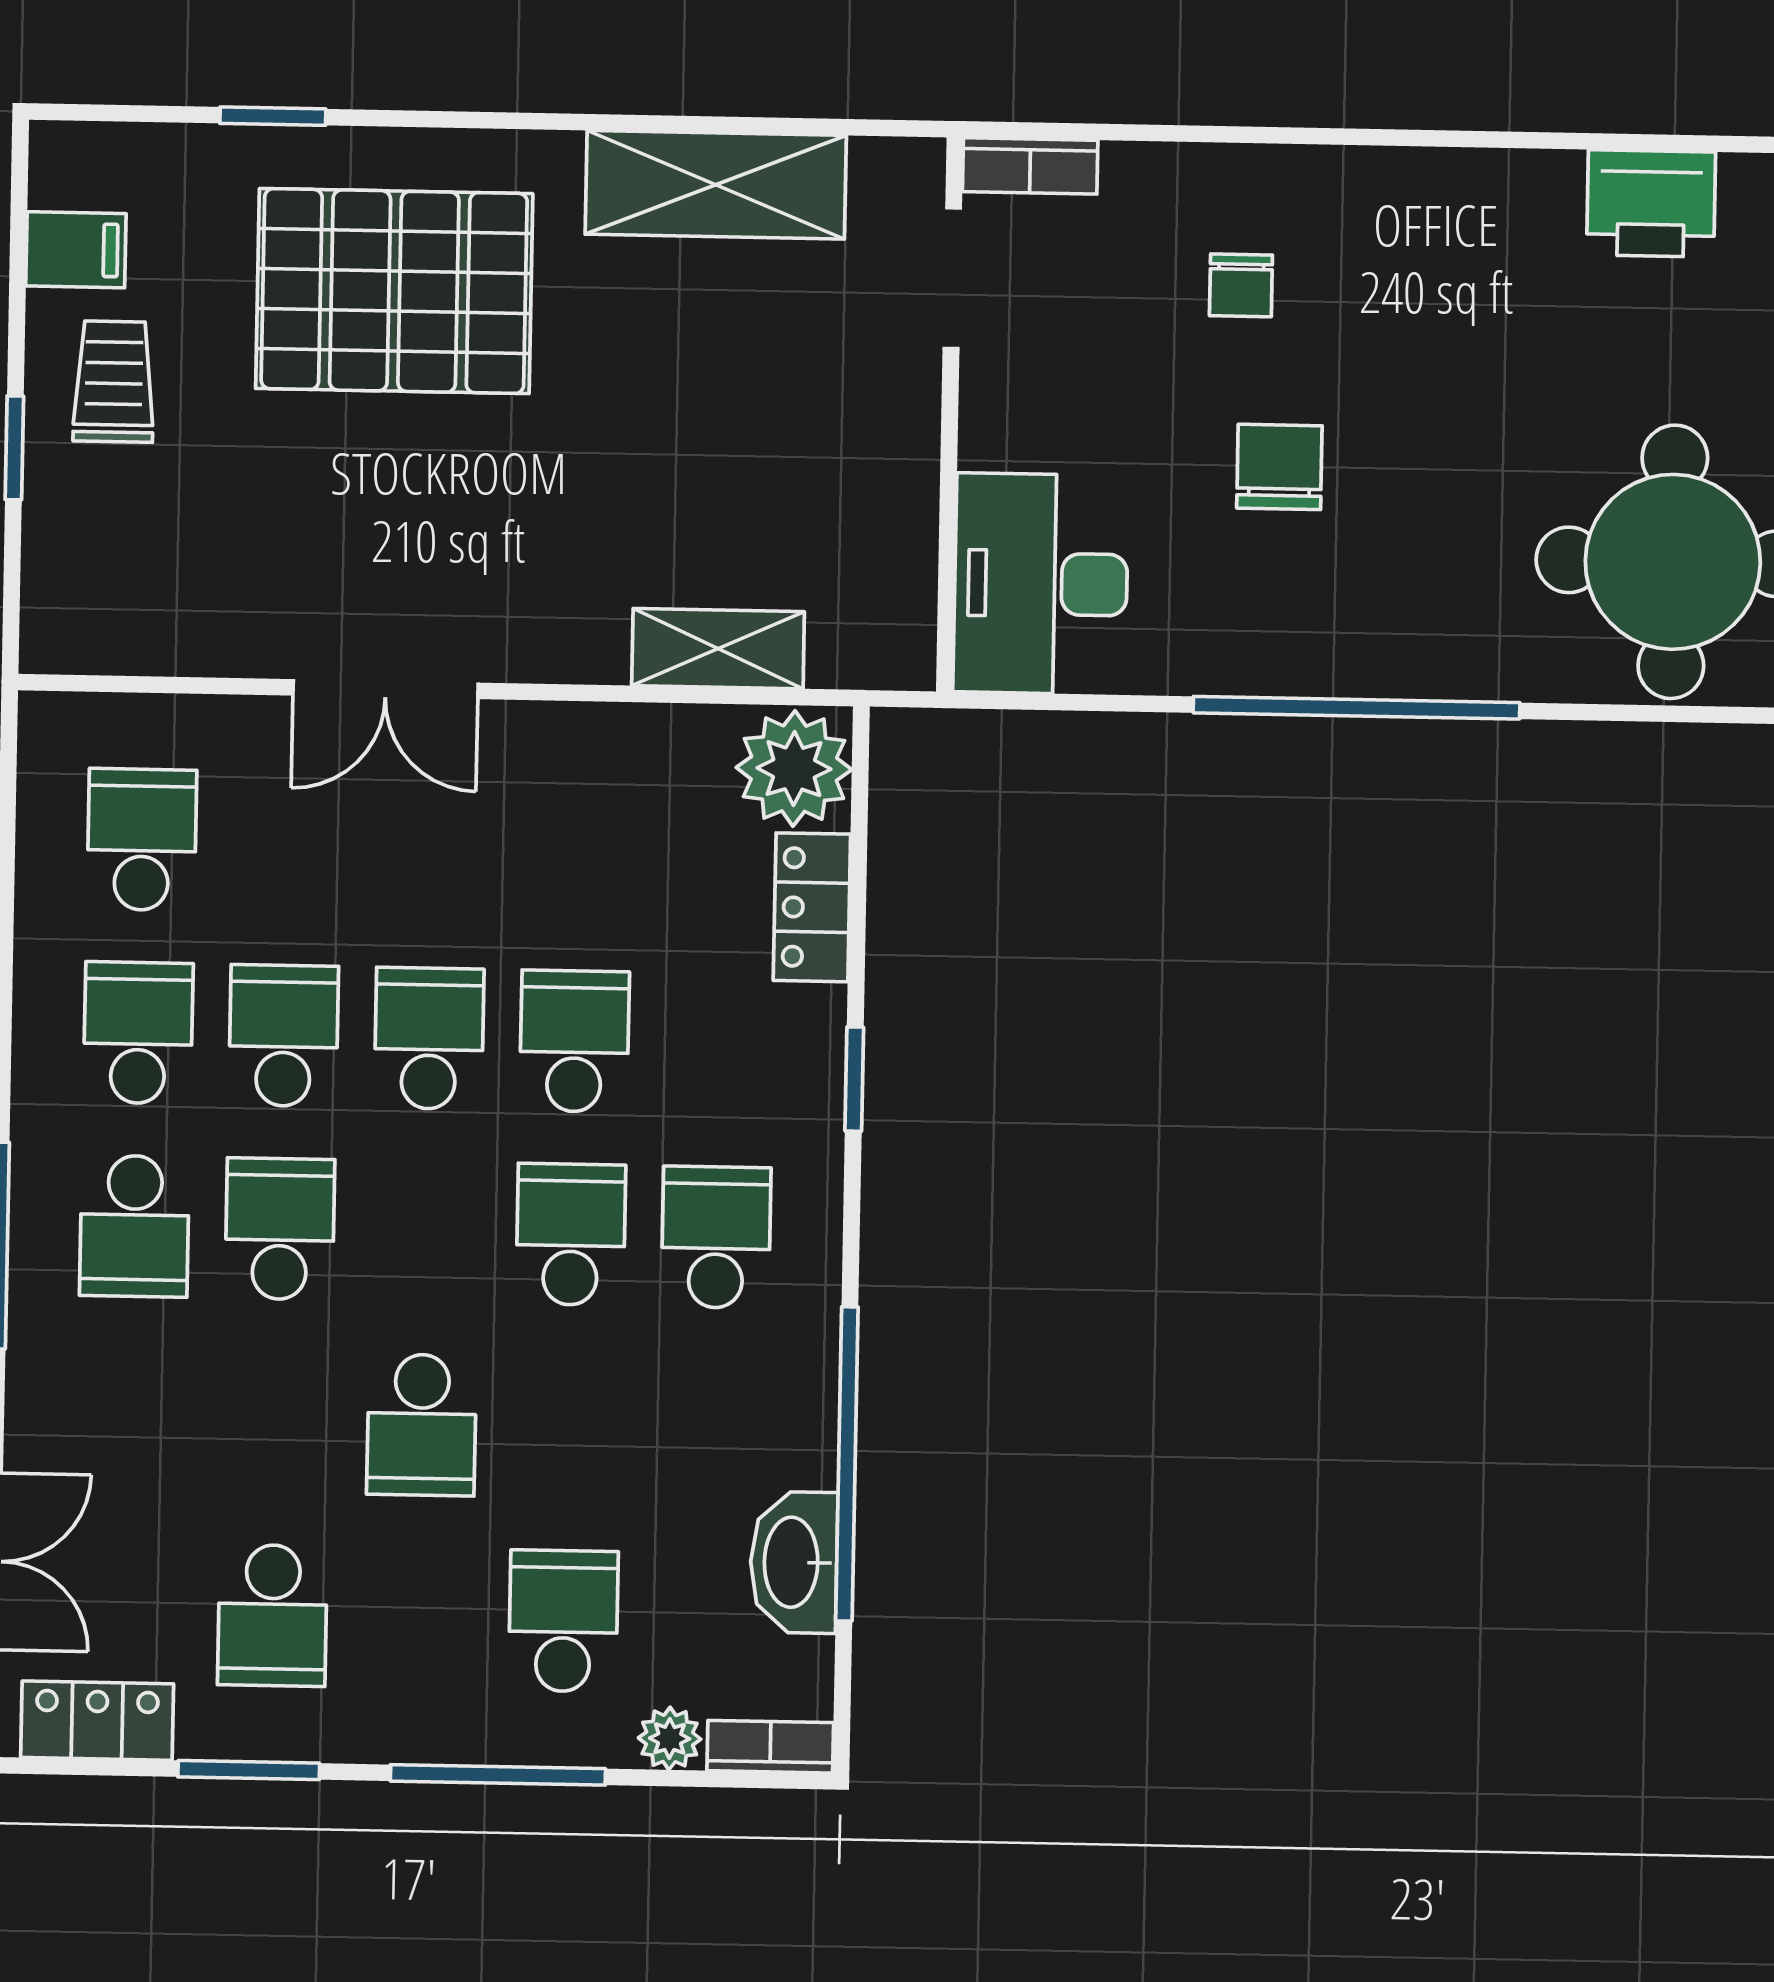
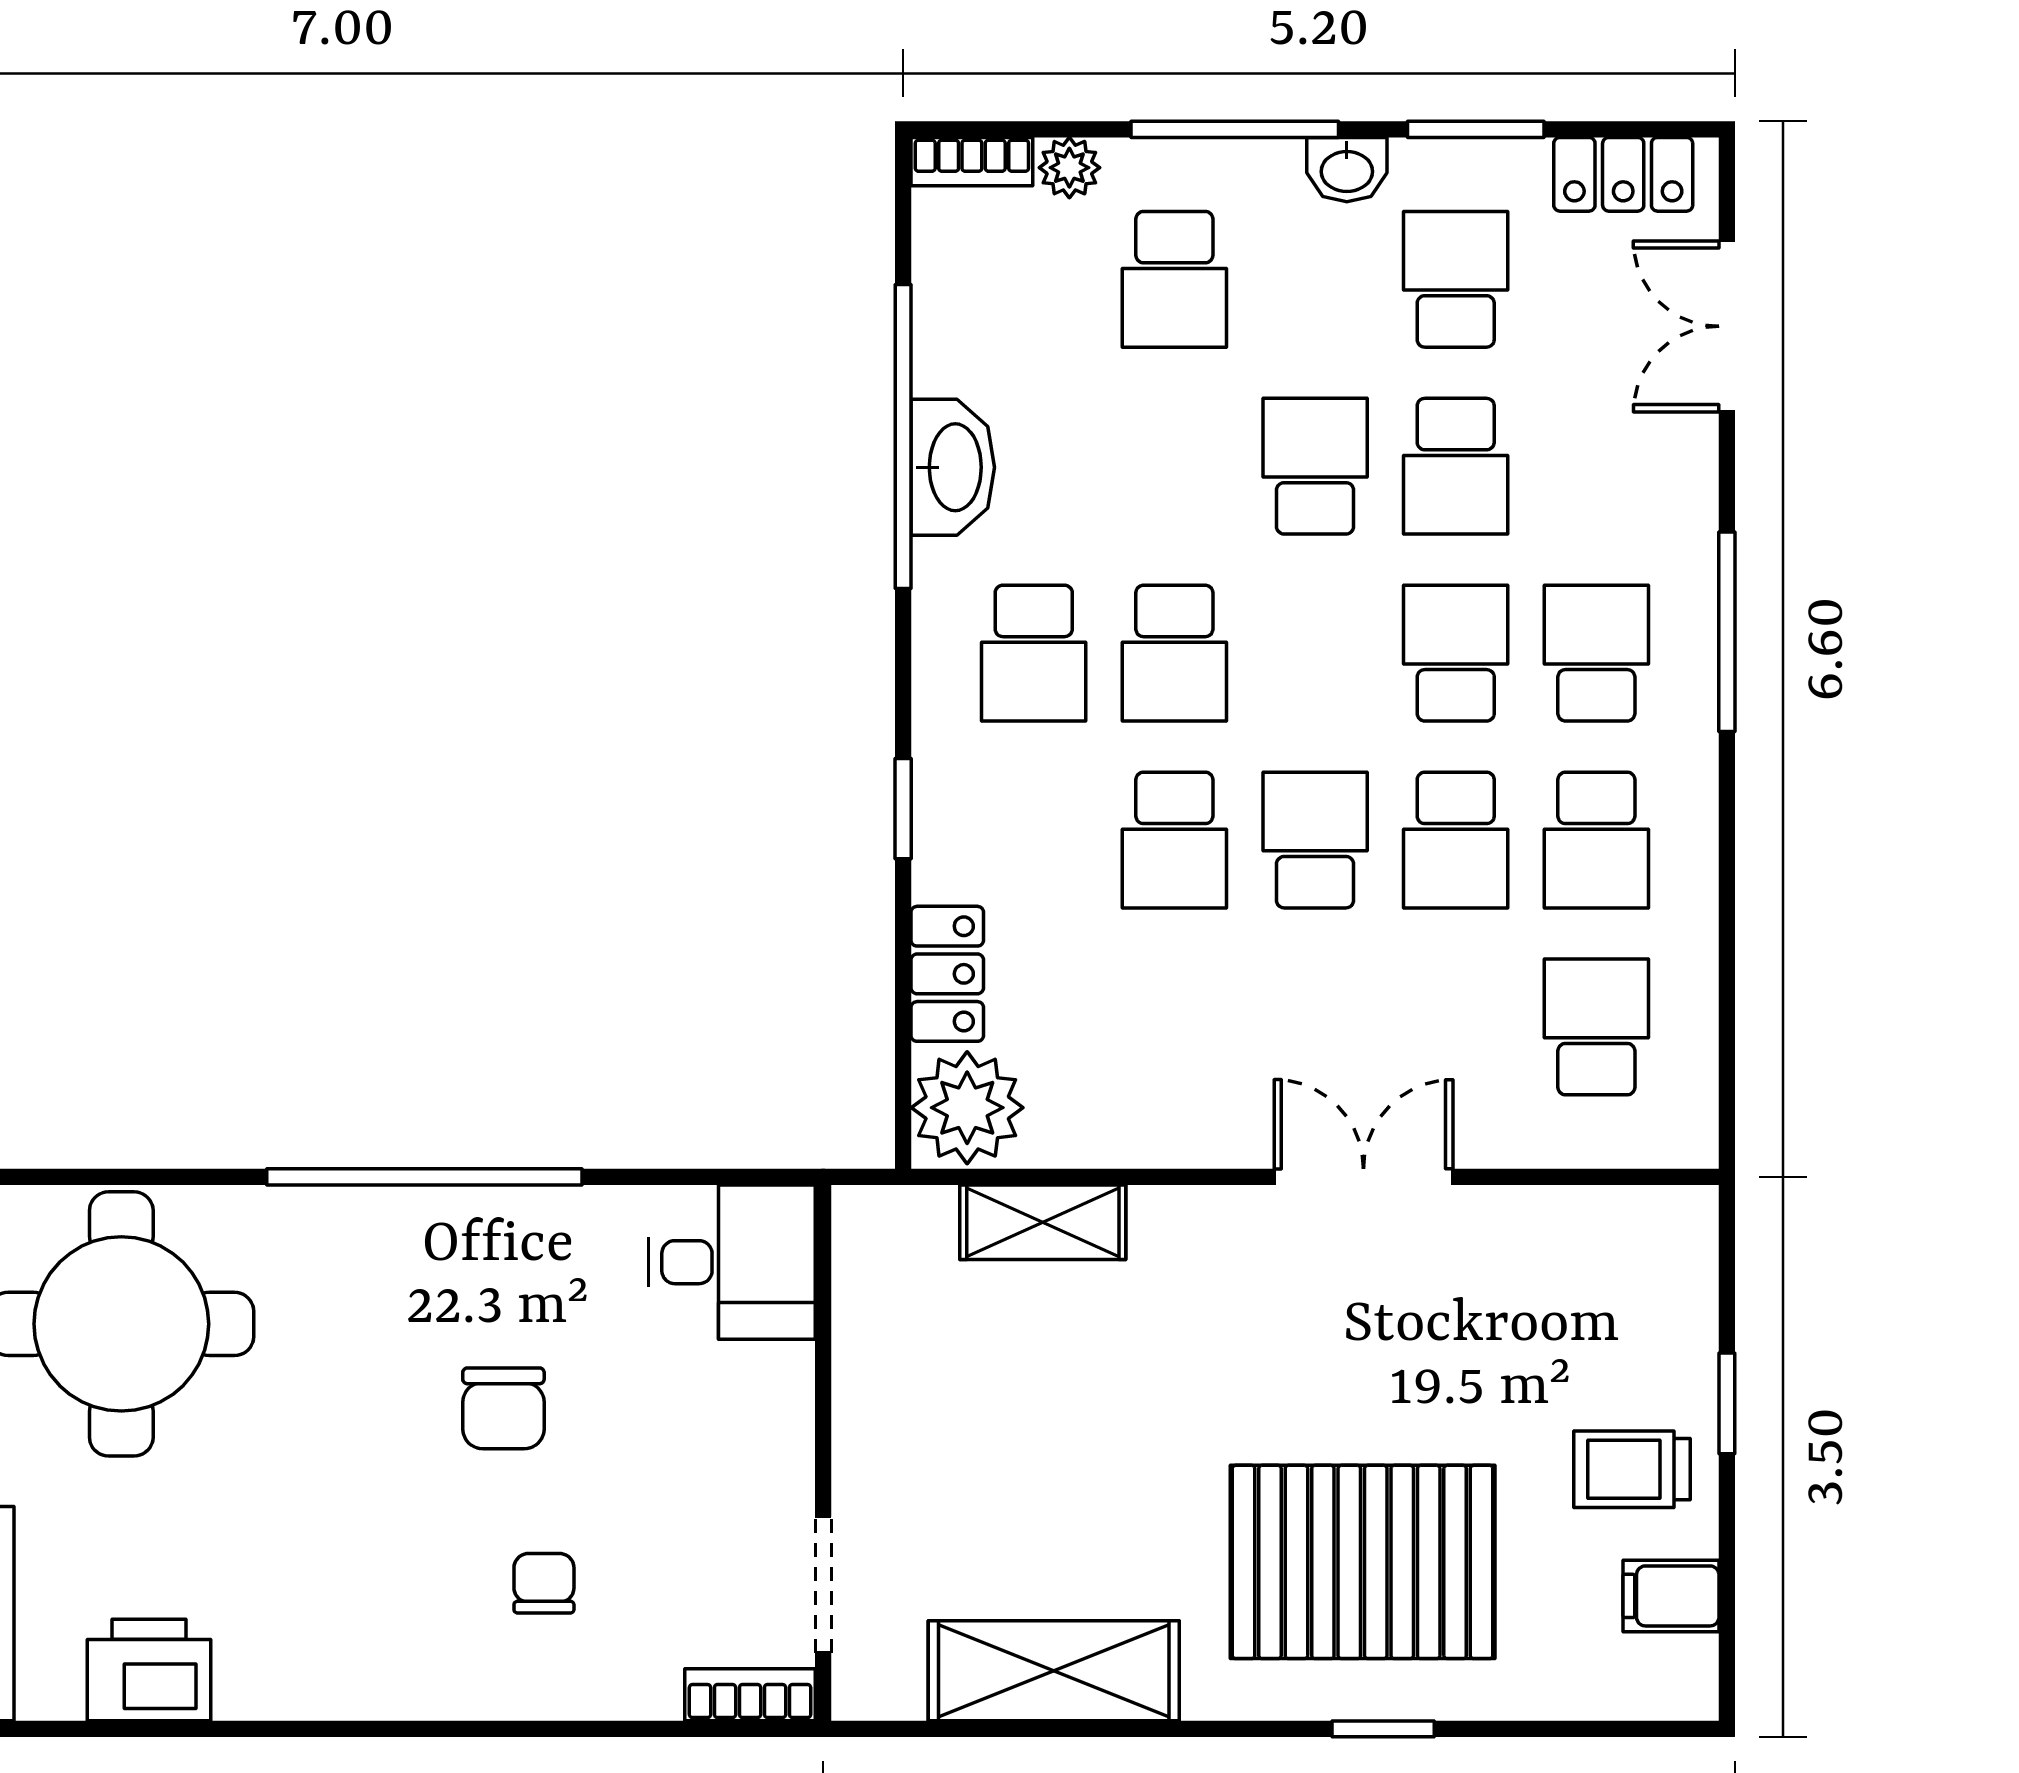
window: (273, 116) -> (1383, 1729), moved
trolley: (114, 382) -> (1632, 1469), turned 90
desk: (1041, 584) -> (732, 1262), width x0.73
school desk: (142, 840) -> (1596, 1027), turned 180
school desk: (429, 1038) -> (1315, 840), turned 180
school desk: (280, 1229) -> (1456, 653), turned 180
school desk: (276, 1422) -> (1456, 466), added
washbasin: (794, 1562) -> (953, 467), moved
washbasin: (383, 1731) -> (1347, 170), added

